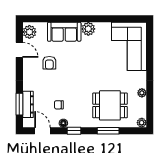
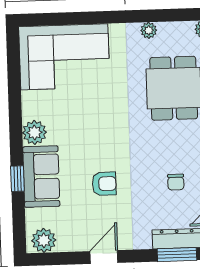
window: (64, 19) -> (17, 179), added
door: (19, 50) -> (104, 257), moved
armchair: (49, 63) -> (104, 184), moved

